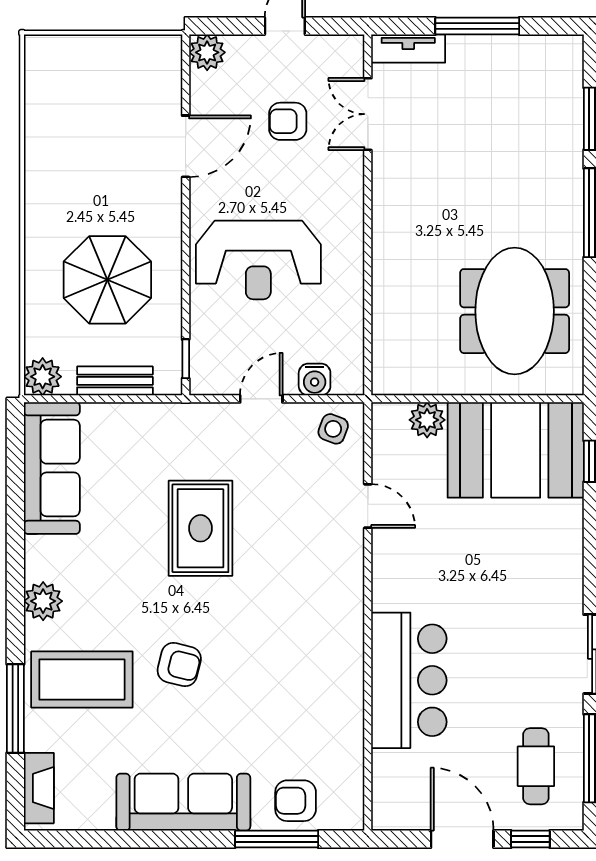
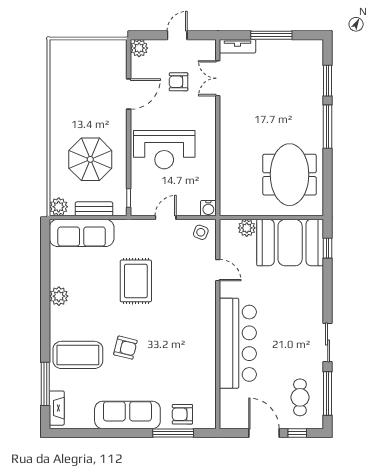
water cooler: (315, 380) -> (208, 208), moved
sofa: (52, 468) -> (82, 233), moved, turned 90
plant: (43, 601) -> (59, 296), moved
bar counter: (409, 680) -> (238, 343), width x1.36
window: (15, 708) -> (45, 384), moved

